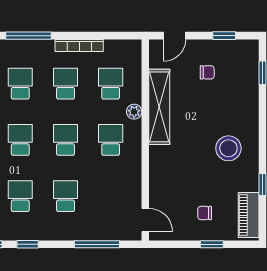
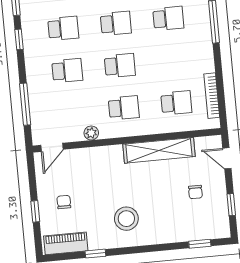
bookcase: (79, 45) -> (212, 96), moved
school desk: (65, 84) -> (172, 61), removed
plant: (134, 112) -> (91, 133), moved

